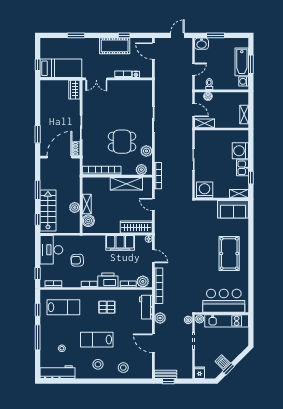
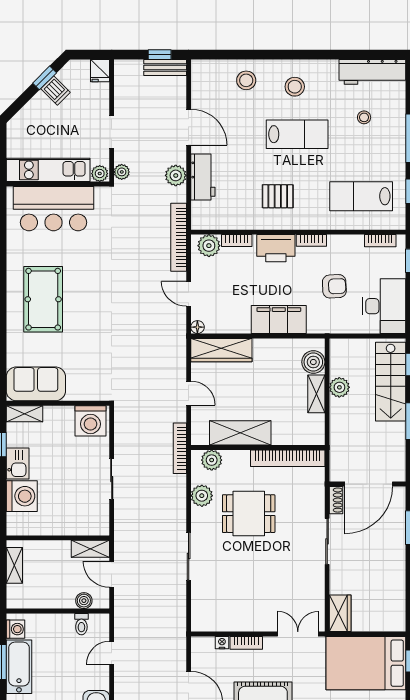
bed: (61, 68) -> (366, 663), width x1.50
filing cabinet: (120, 243) -> (279, 319), moved
workbench: (146, 307) -> (203, 177), moved

